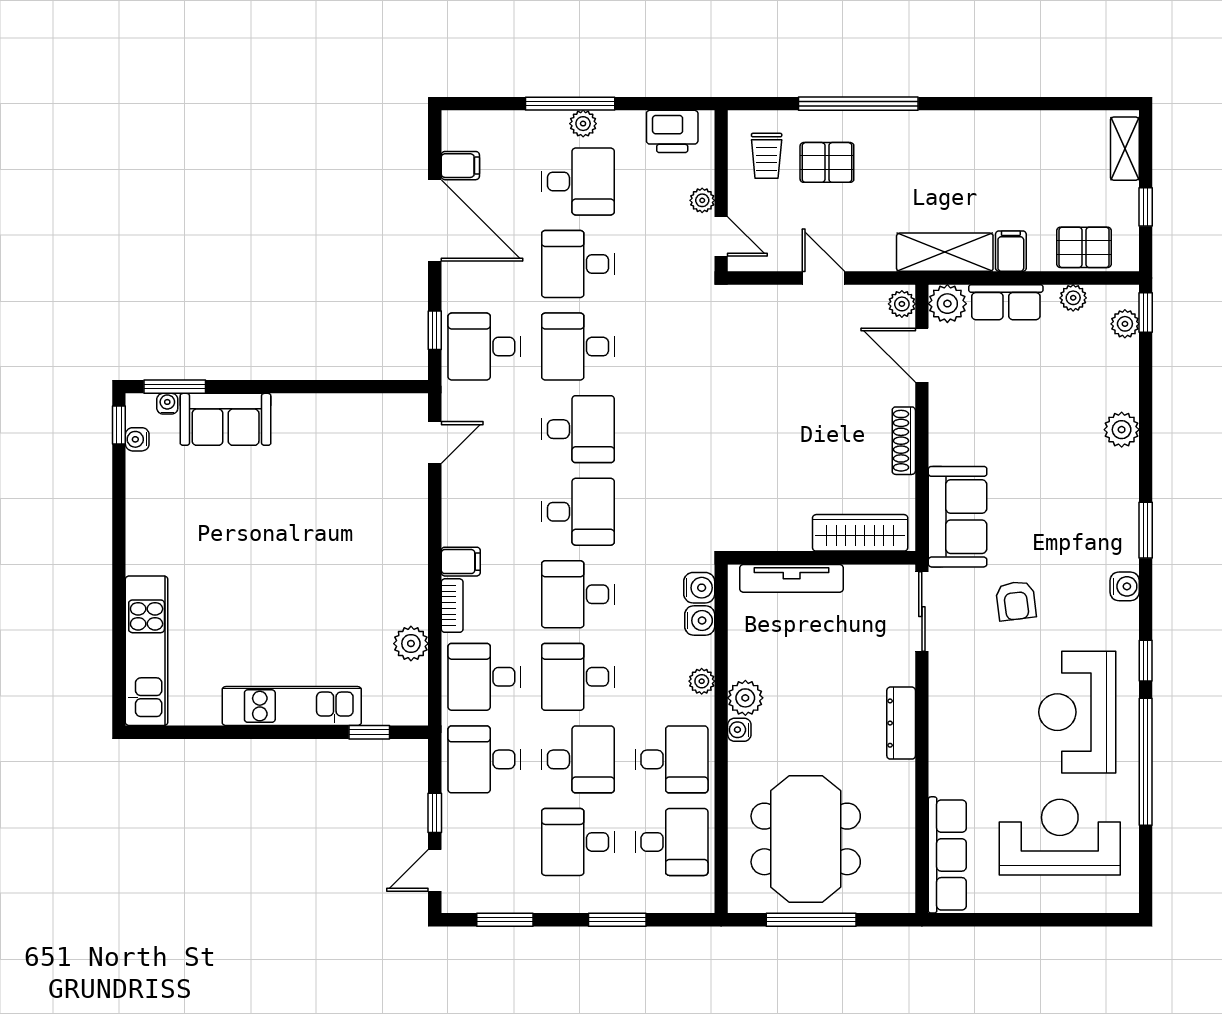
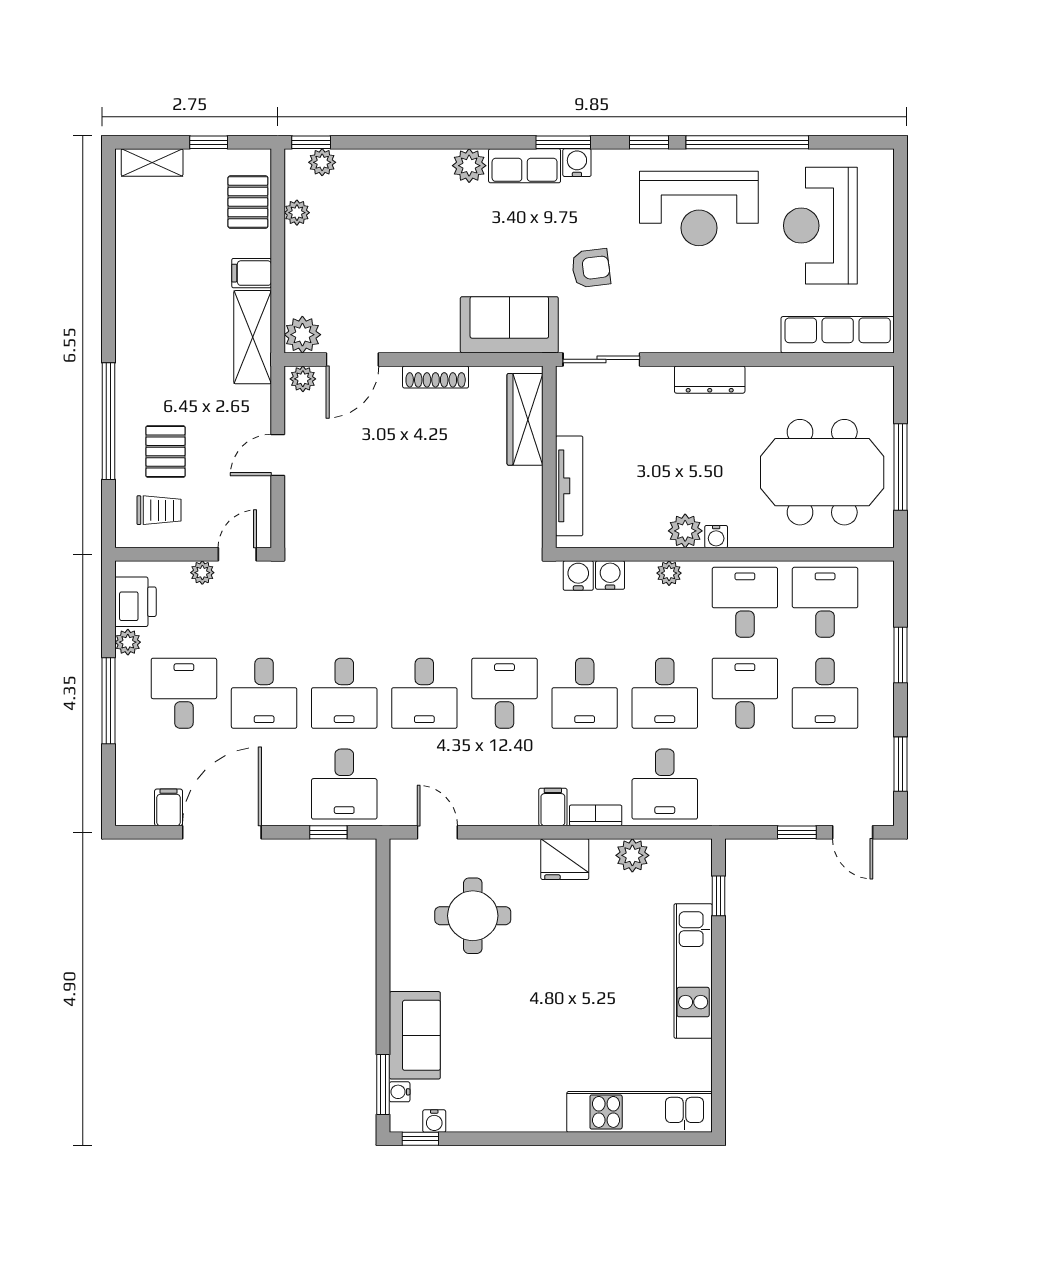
plant: (583, 124) -> (128, 642), moved
row of seats: (1006, 302) -> (525, 166), moved, turned 90
desk: (578, 429) -> (424, 693), turned 180
plant: (1122, 430) -> (469, 166), moved
round table: (349, 479) -> (473, 916), added
window: (1146, 530) -> (563, 142), moved
fridge: (407, 574) -> (565, 859), added
desk: (484, 759) -> (745, 784), removed

